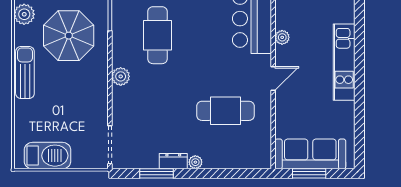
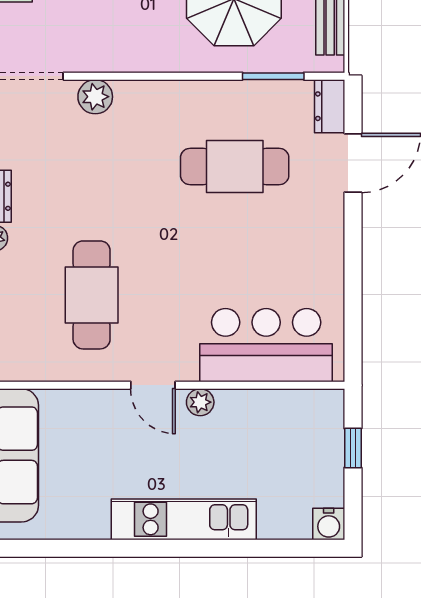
plant: (282, 37) -> (200, 402), moved
plant: (121, 76) -> (95, 97), moved

